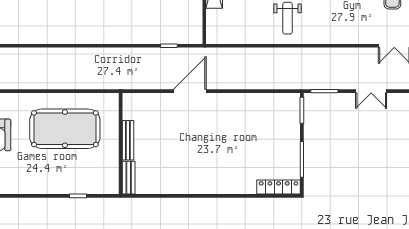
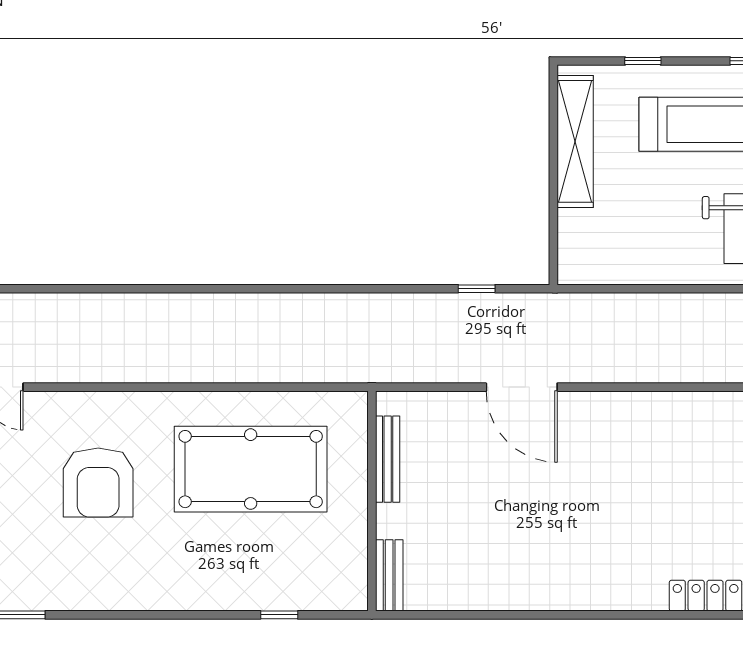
door: (190, 91) -> (522, 387), swing flipped
bench: (128, 140) -> (388, 459), moved

